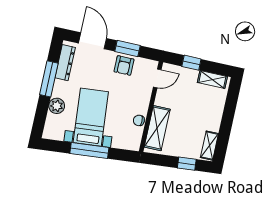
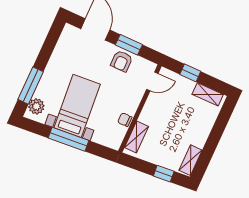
dresser: (65, 63) -> (63, 45), removed
window: (49, 79) -> (31, 86), moved
plant: (57, 106) -> (36, 106), moved
shelving: (157, 128) -> (137, 137), width x0.67, depth x0.75

